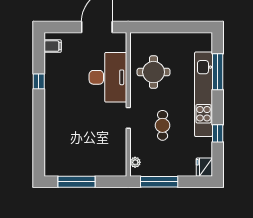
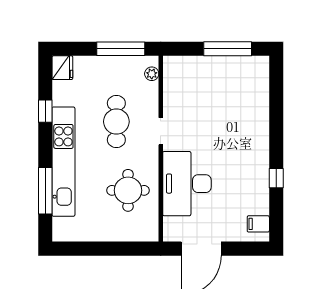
cafe table: (163, 125) -> (116, 122), width x1.37, depth x1.35

